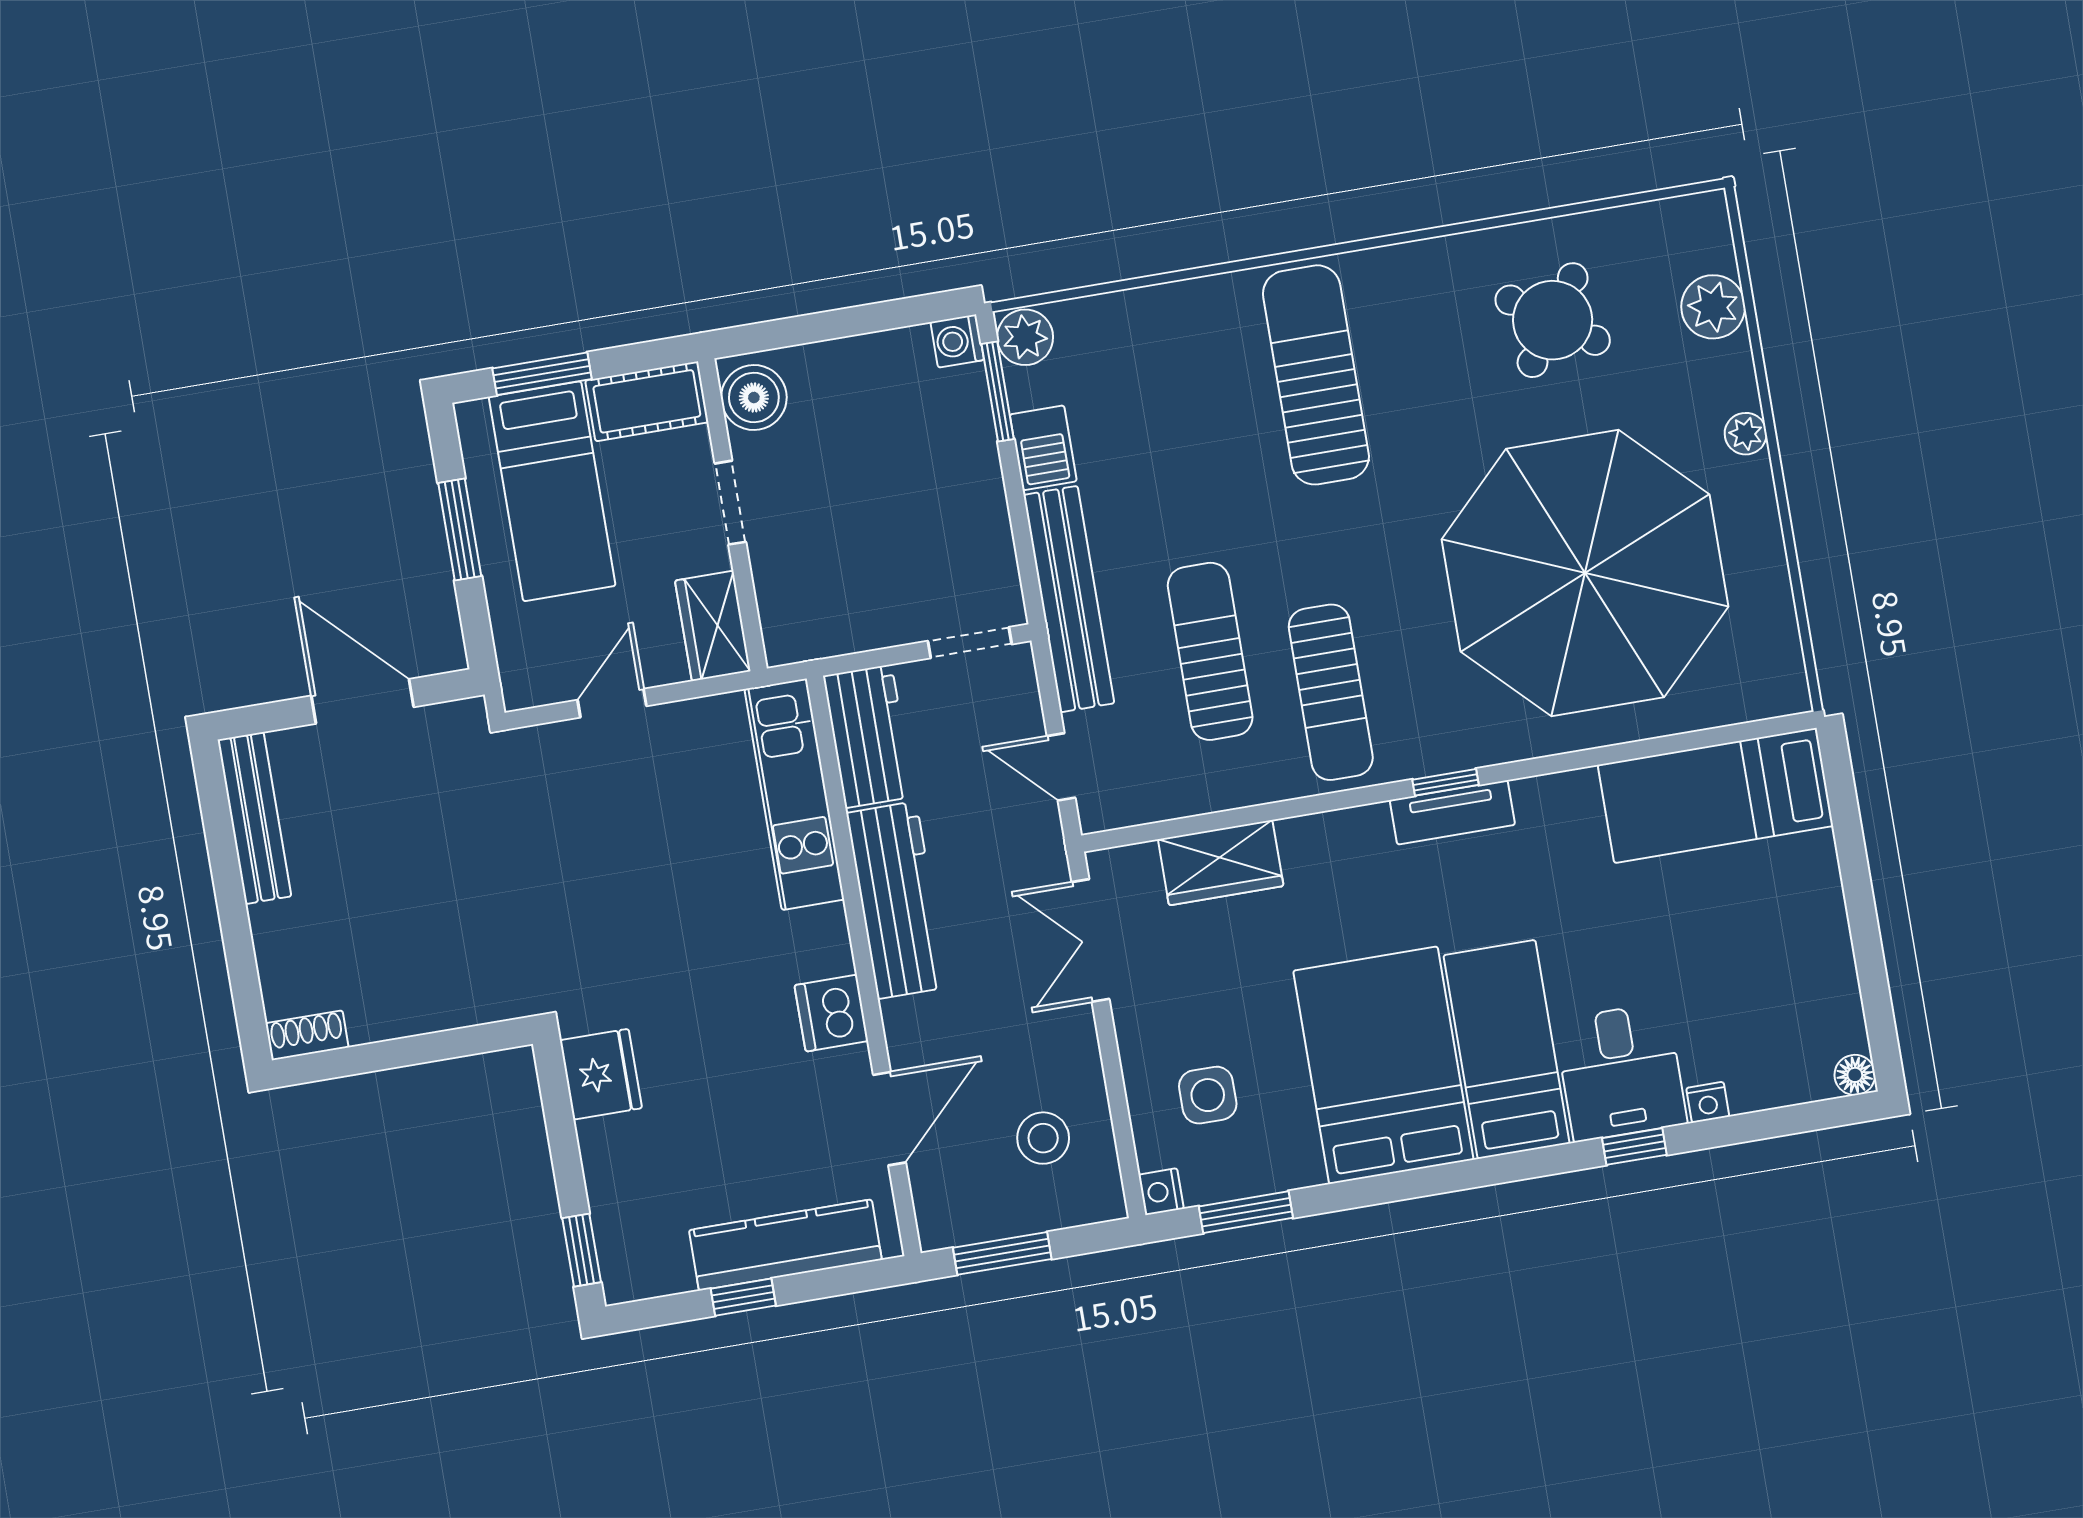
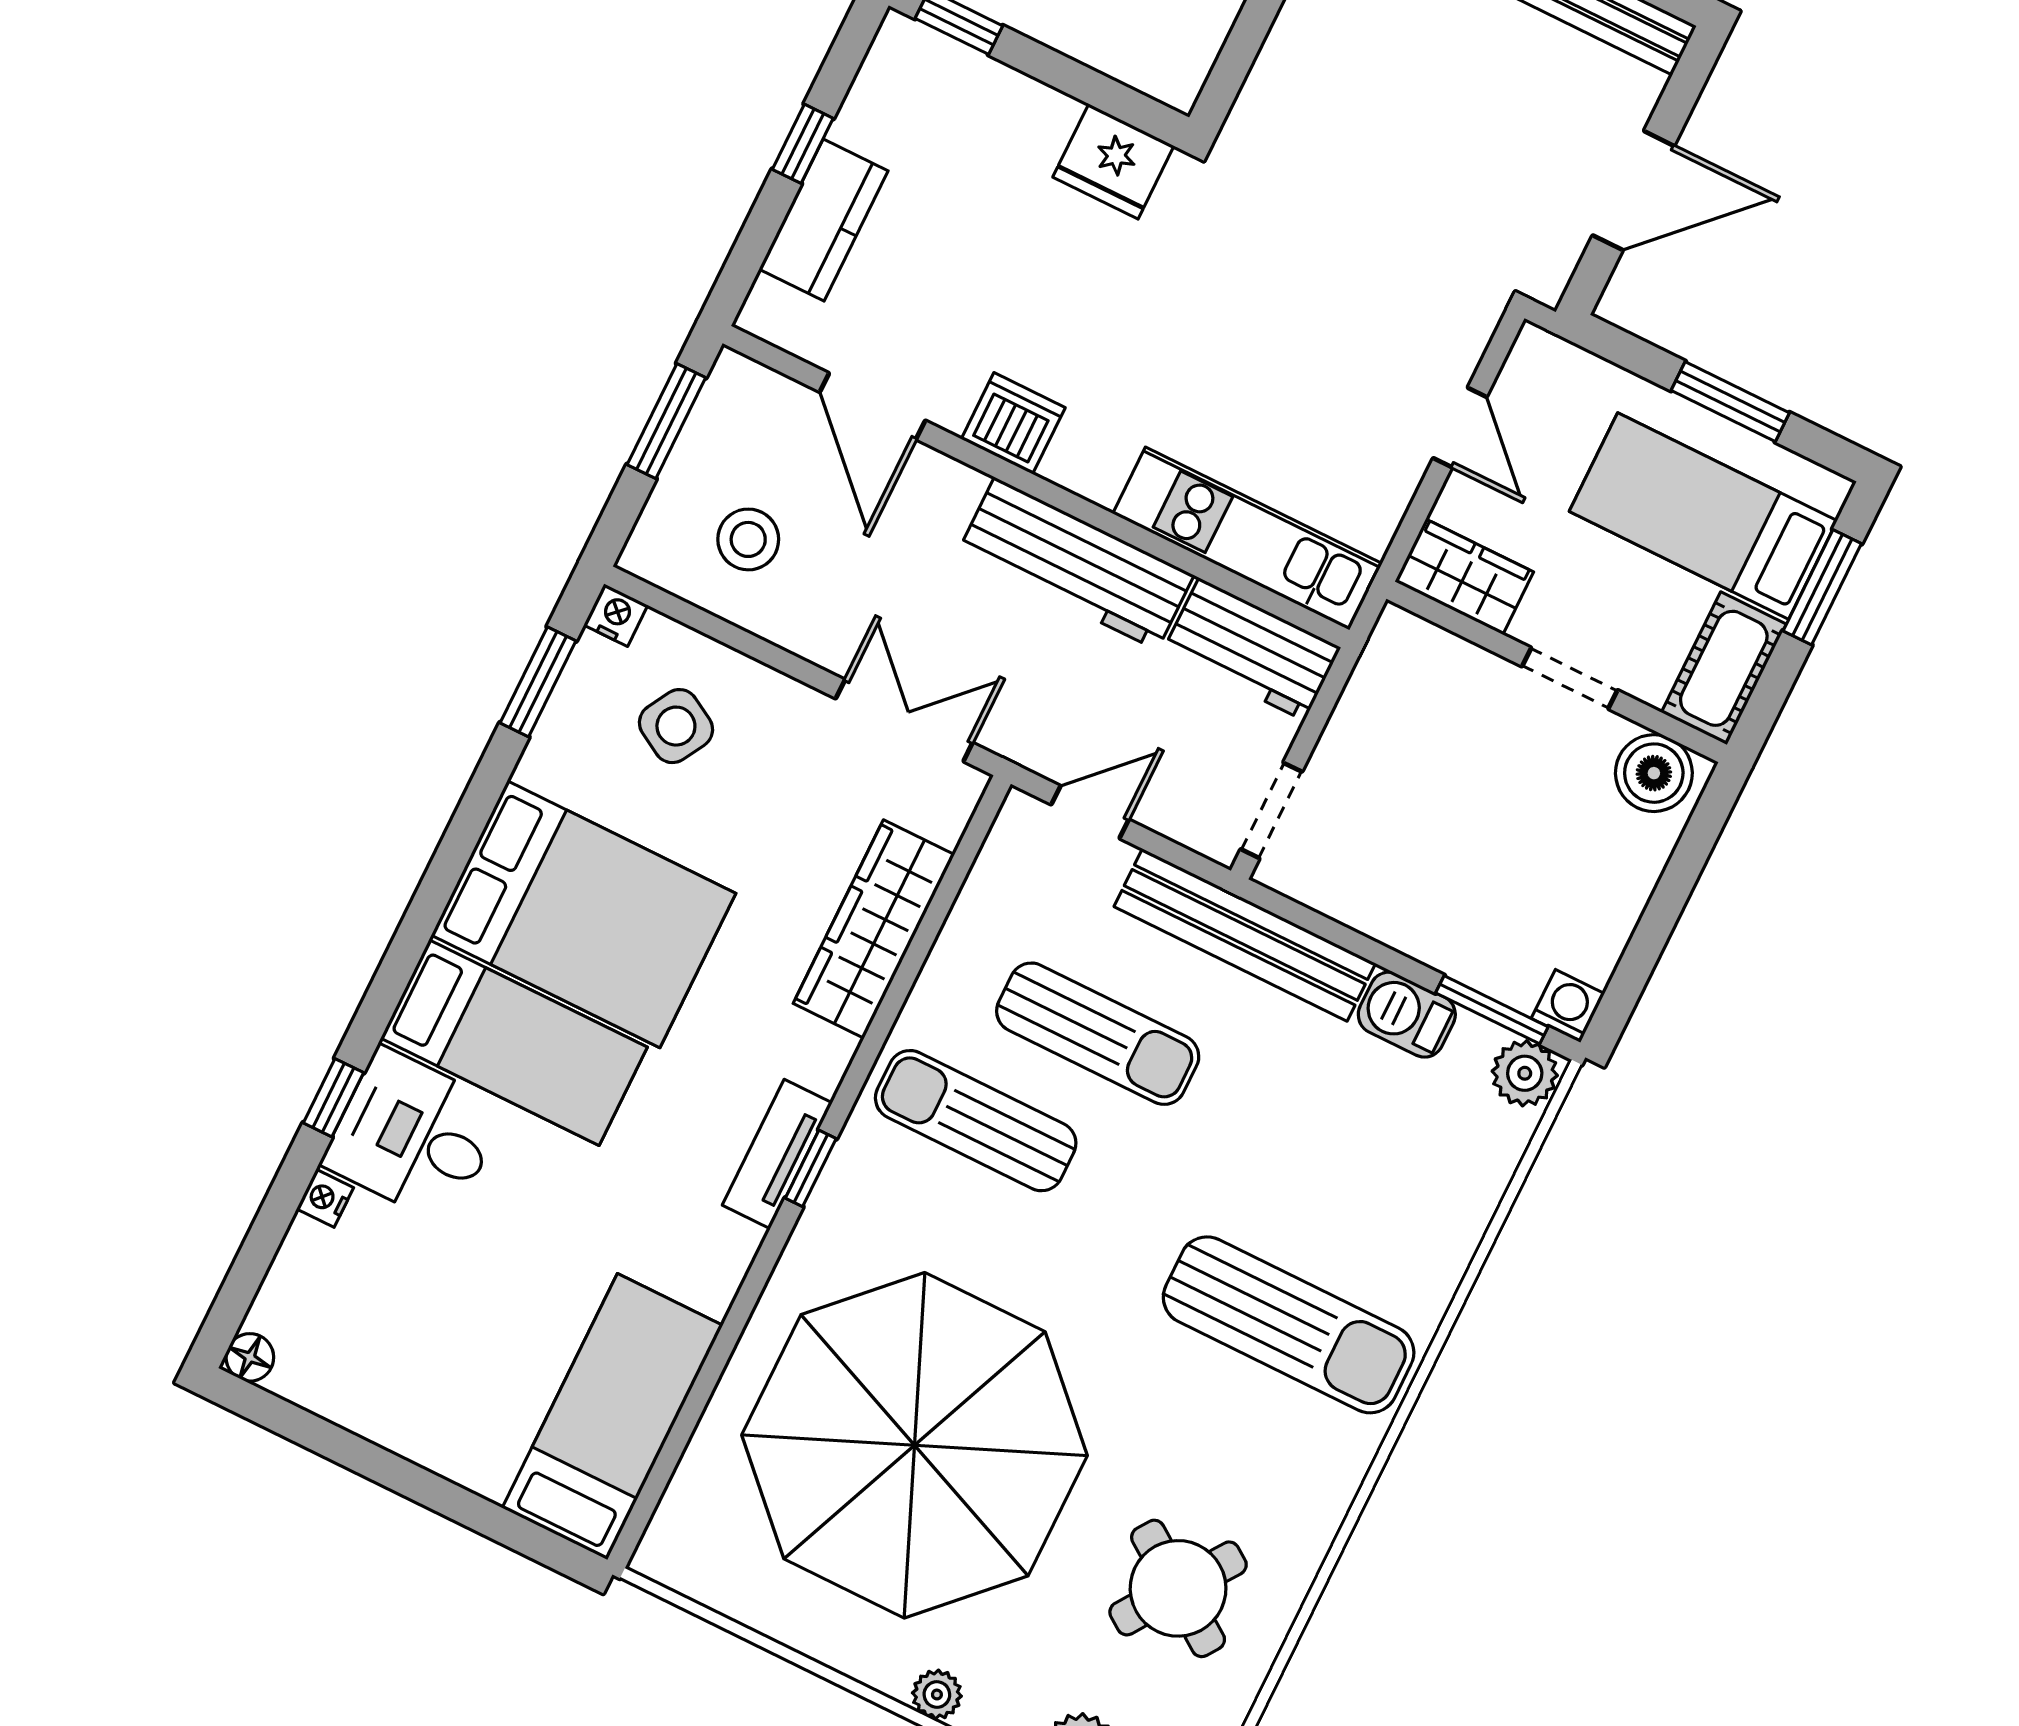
wardrobe: (1221, 863) -> (874, 929), width x1.50
side table: (1208, 1095) -> (676, 726), turned 30
kitchen counter: (785, 1245) -> (824, 220), width x0.67

